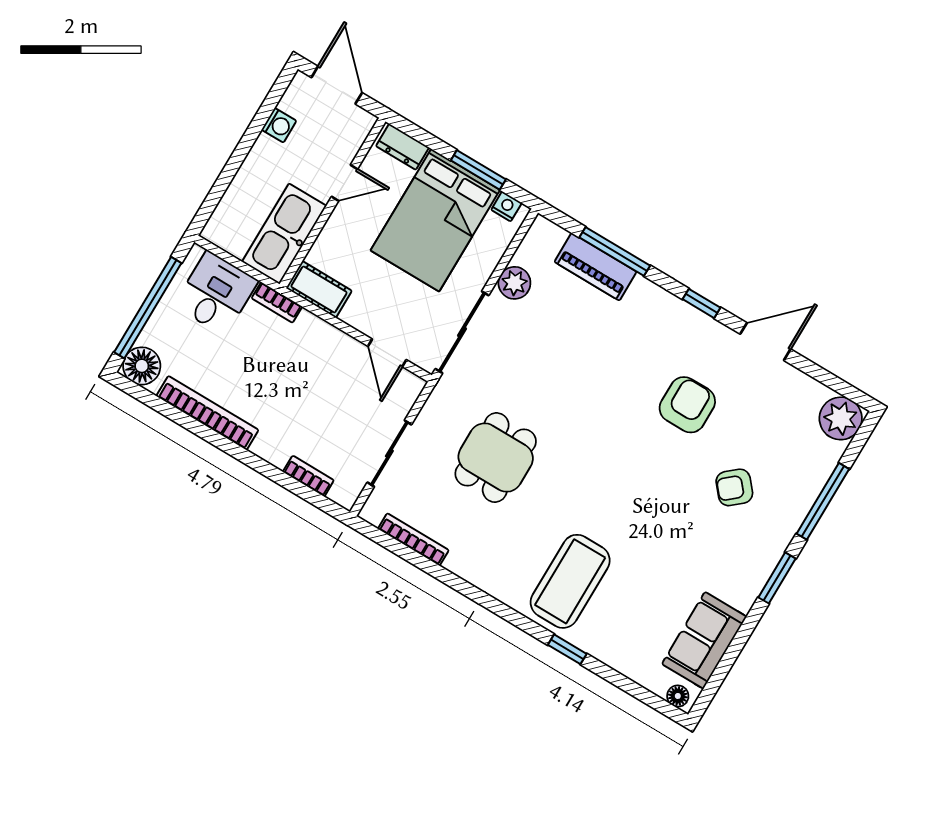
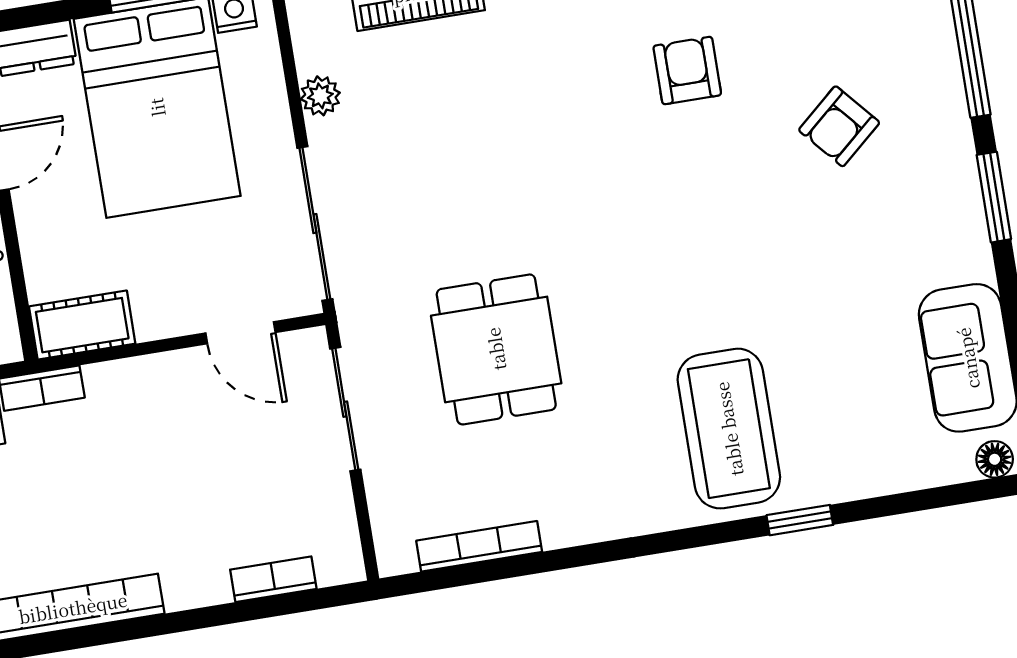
plant: (514, 283) -> (320, 96), width x0.73, depth x0.73
armchair: (687, 405) -> (687, 71), width x0.72, depth x0.72
sliding door: (389, 454) -> (345, 409), moved

